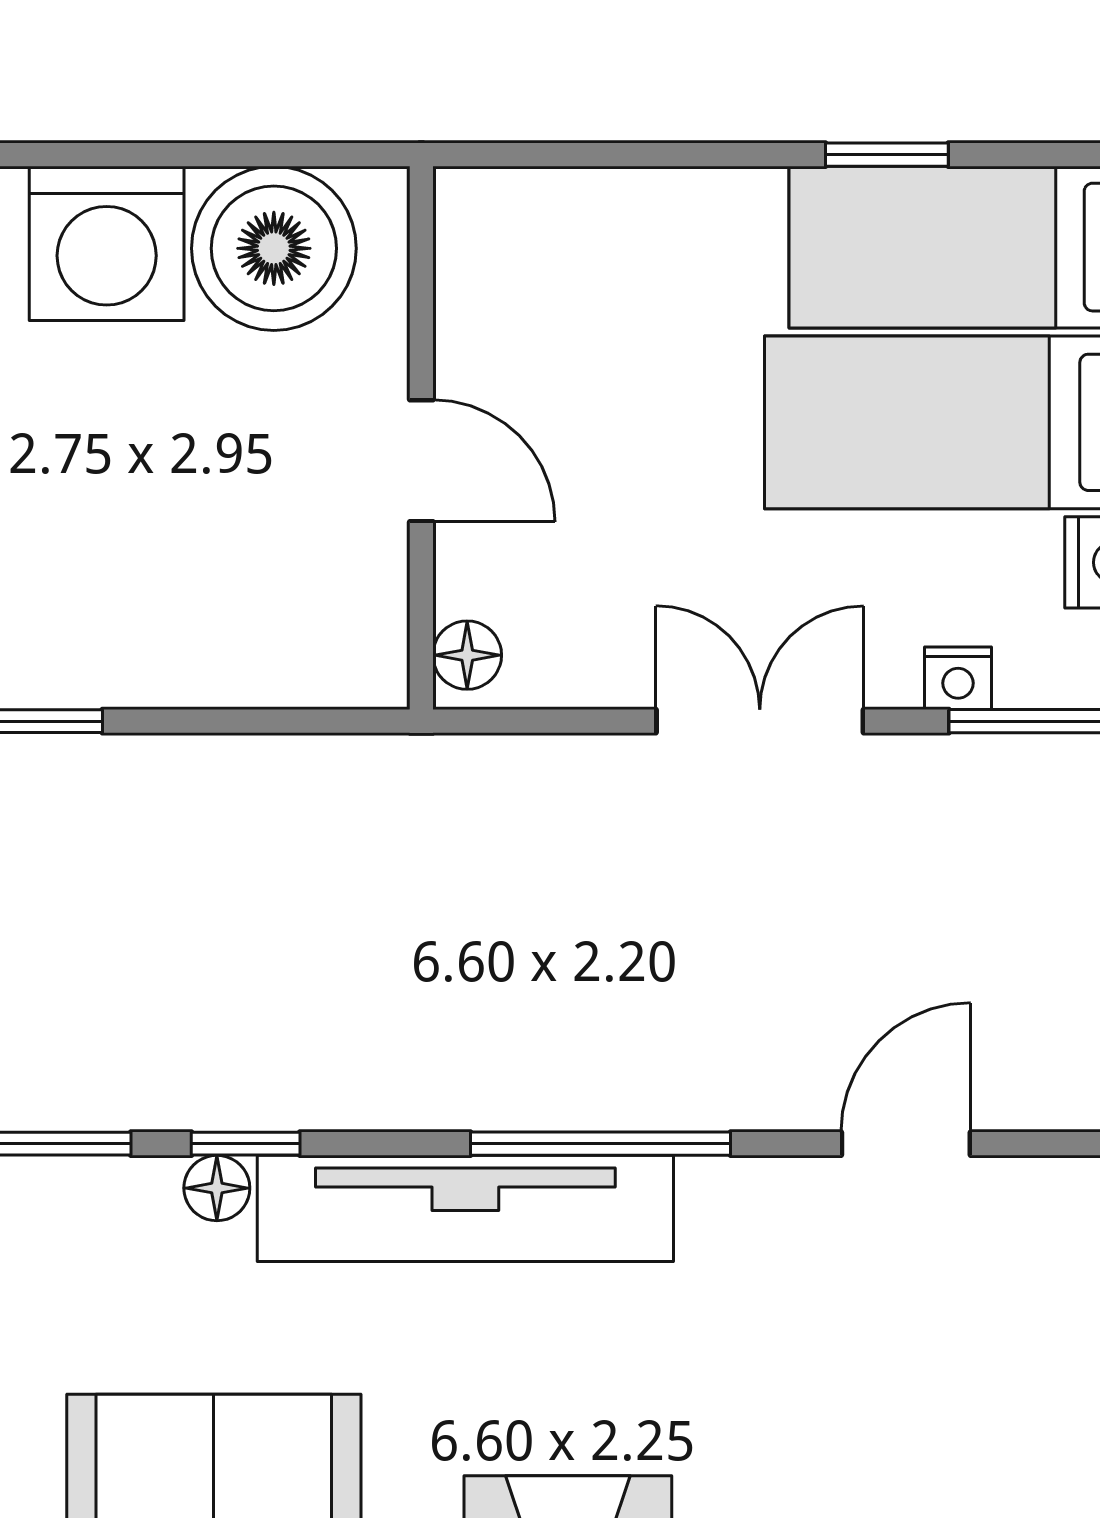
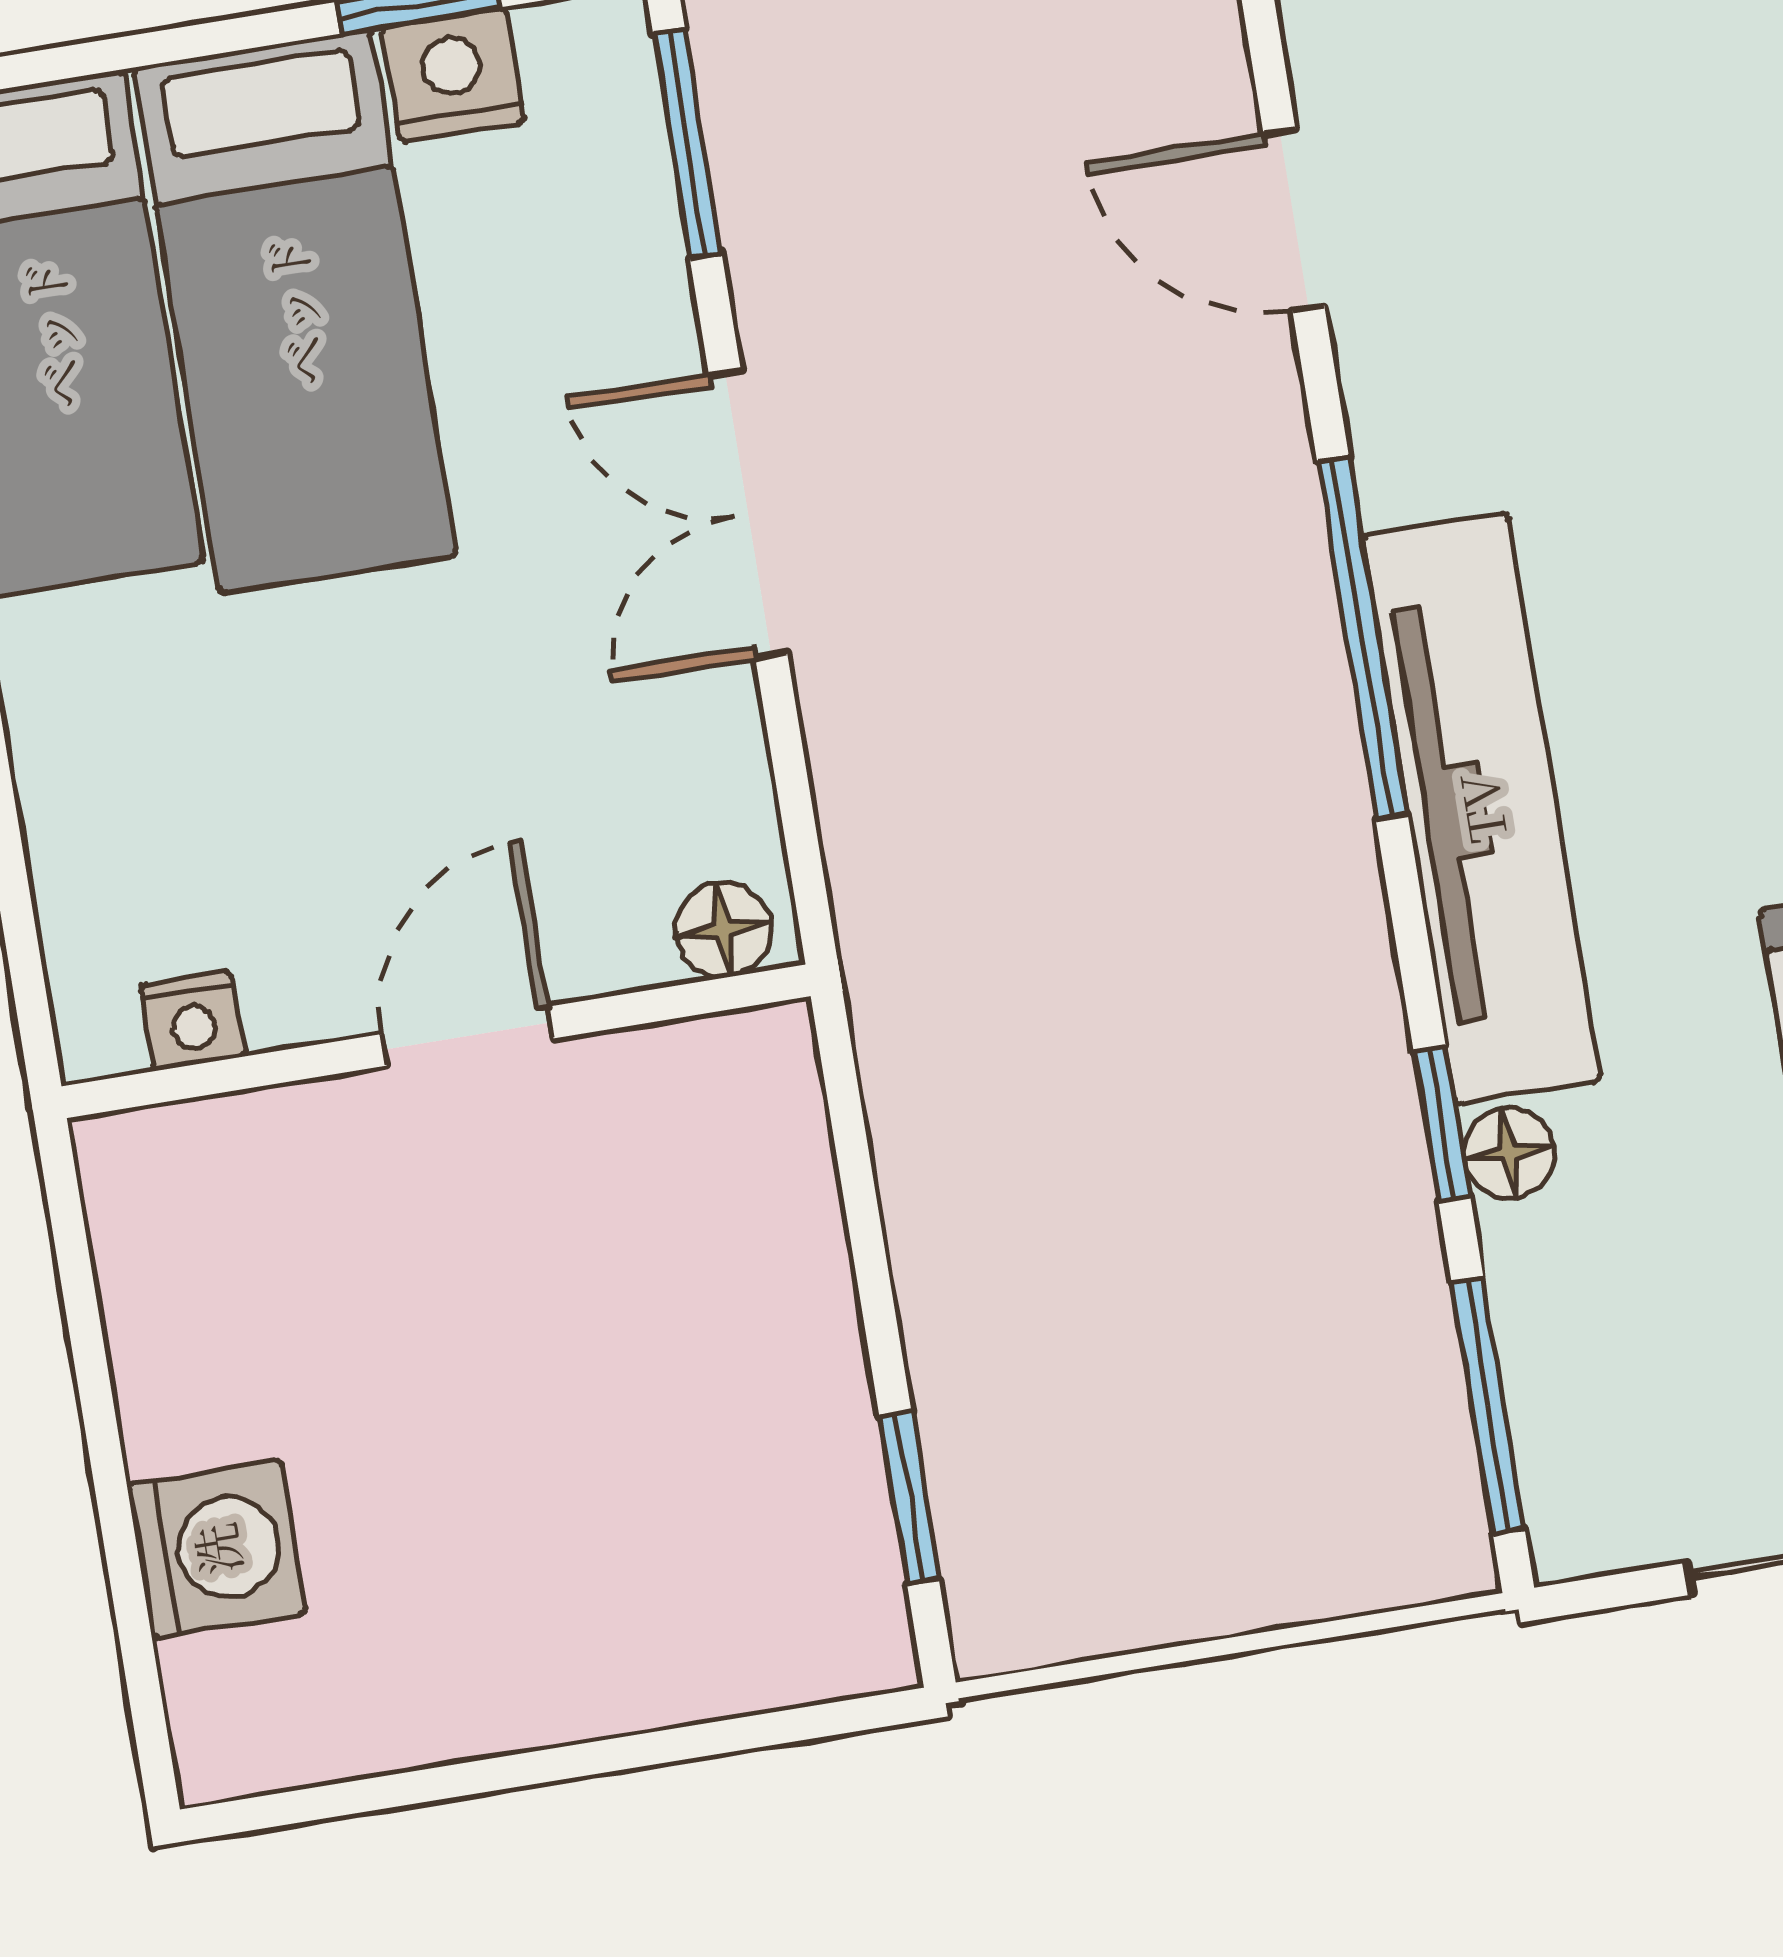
washing machine: (107, 243) -> (216, 1549), width x0.73, depth x0.73
boiler: (274, 248) -> (210, 1286), removed
nightstand: (958, 678) -> (193, 1021), moved, turned 90

